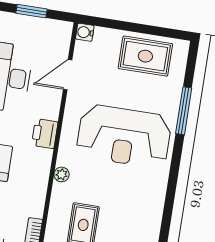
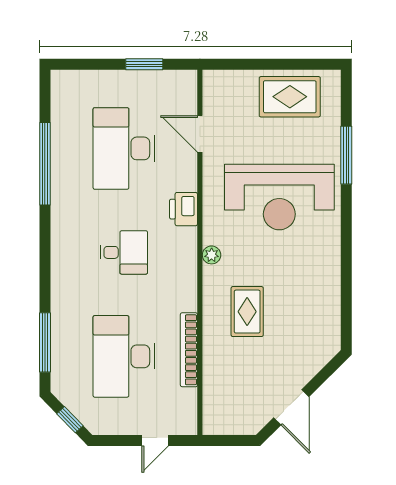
water cooler: (85, 32) -> (212, 80), removed
door: (68, 75) -> (200, 134), hinge flipped

